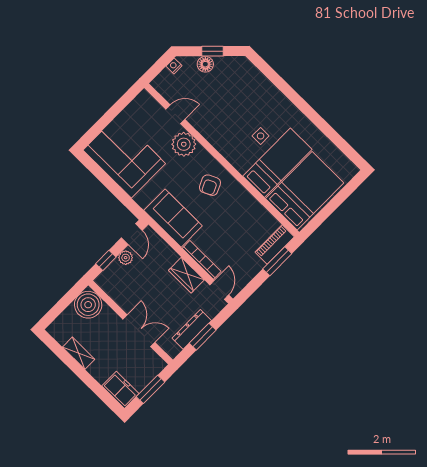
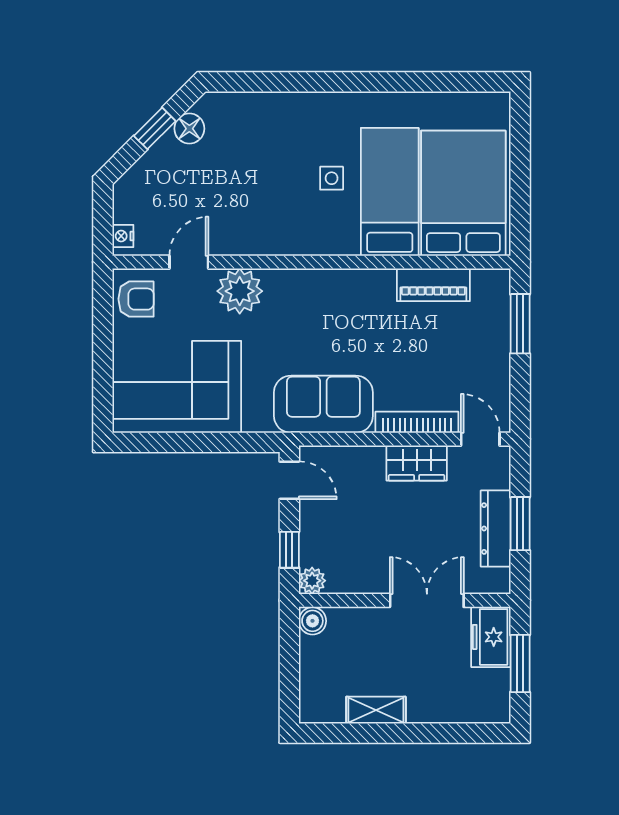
floor lamp: (205, 64) -> (189, 129), moved
nightstand: (174, 66) -> (123, 236), moved
armchair: (210, 185) -> (136, 299), moved, turned -65
piano: (275, 244) -> (433, 285), moved, turned -90
plant: (126, 258) -> (312, 581), moved
boiler: (88, 305) -> (312, 621), width x0.54, depth x0.54
freezer: (120, 390) -> (491, 637), moved, turned -90

